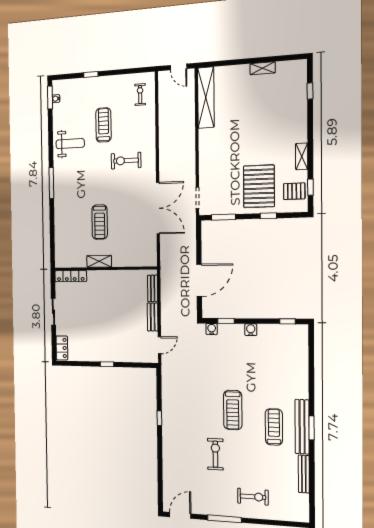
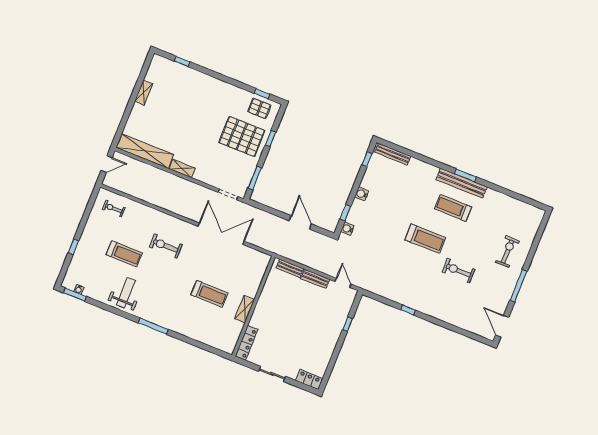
treadmill: (103, 125) -> (124, 254), turned 180
shelving: (302, 156) -> (182, 169), moved
exercise bike: (126, 161) -> (166, 246), turned 90
pallet: (294, 191) -> (259, 108), turned 90
door: (199, 280) -> (300, 222), width x0.73
window: (107, 364) -> (348, 324), moved
bench: (304, 474) -> (393, 154), moved

